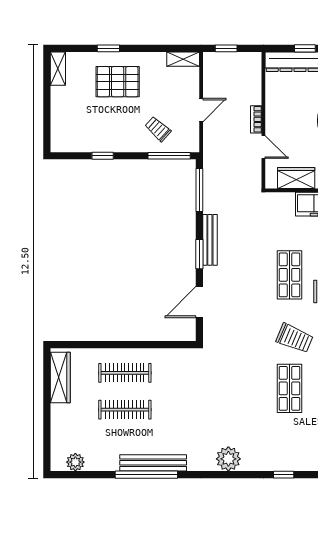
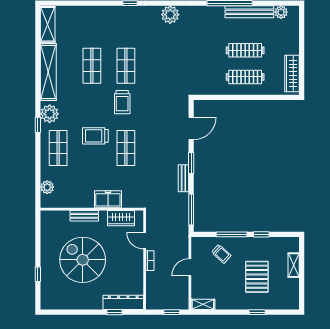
shelving: (58, 69) -> (294, 265), moved
pallet: (118, 82) -> (257, 277), moved, turned 90
window: (169, 156) -> (232, 234), moved
bench: (210, 240) -> (183, 178), width x0.73
trolley: (295, 338) -> (122, 102), turned -113
bench: (153, 463) -> (249, 12), moved

